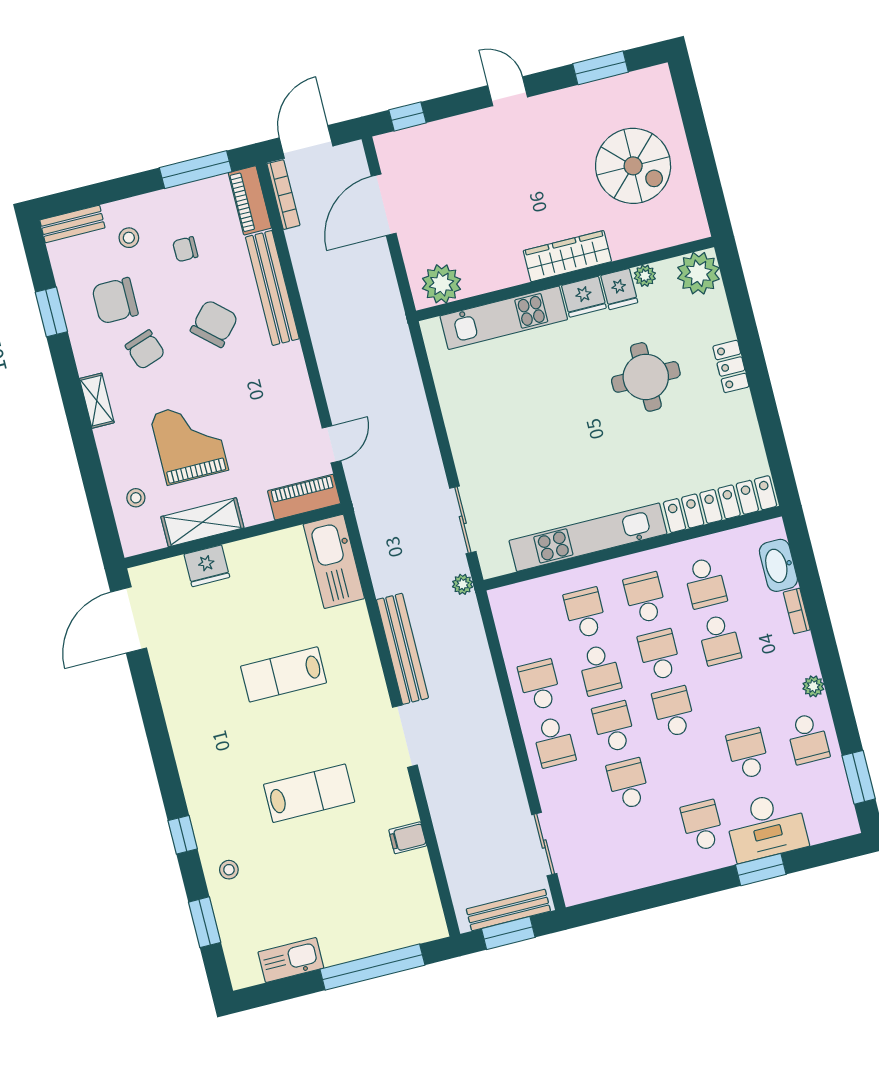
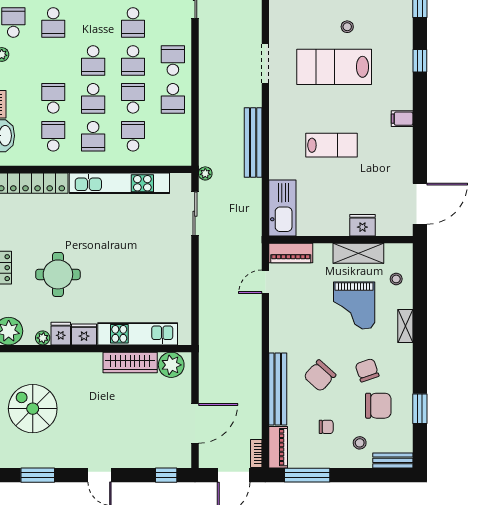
bookcase: (283, 195) -> (256, 454), width x0.64
wardrobe: (567, 256) -> (130, 362), moved
shelving: (97, 401) -> (405, 326), moved
school desk: (585, 613) -> (133, 136), turned 180
doorway: (405, 736) -> (265, 64), moved
lab bench: (309, 793) -> (334, 67), width x1.36, depth x1.39
filing cabinet: (408, 838) -> (402, 119), moved, turned 180
stool: (229, 870) -> (347, 27), moved

